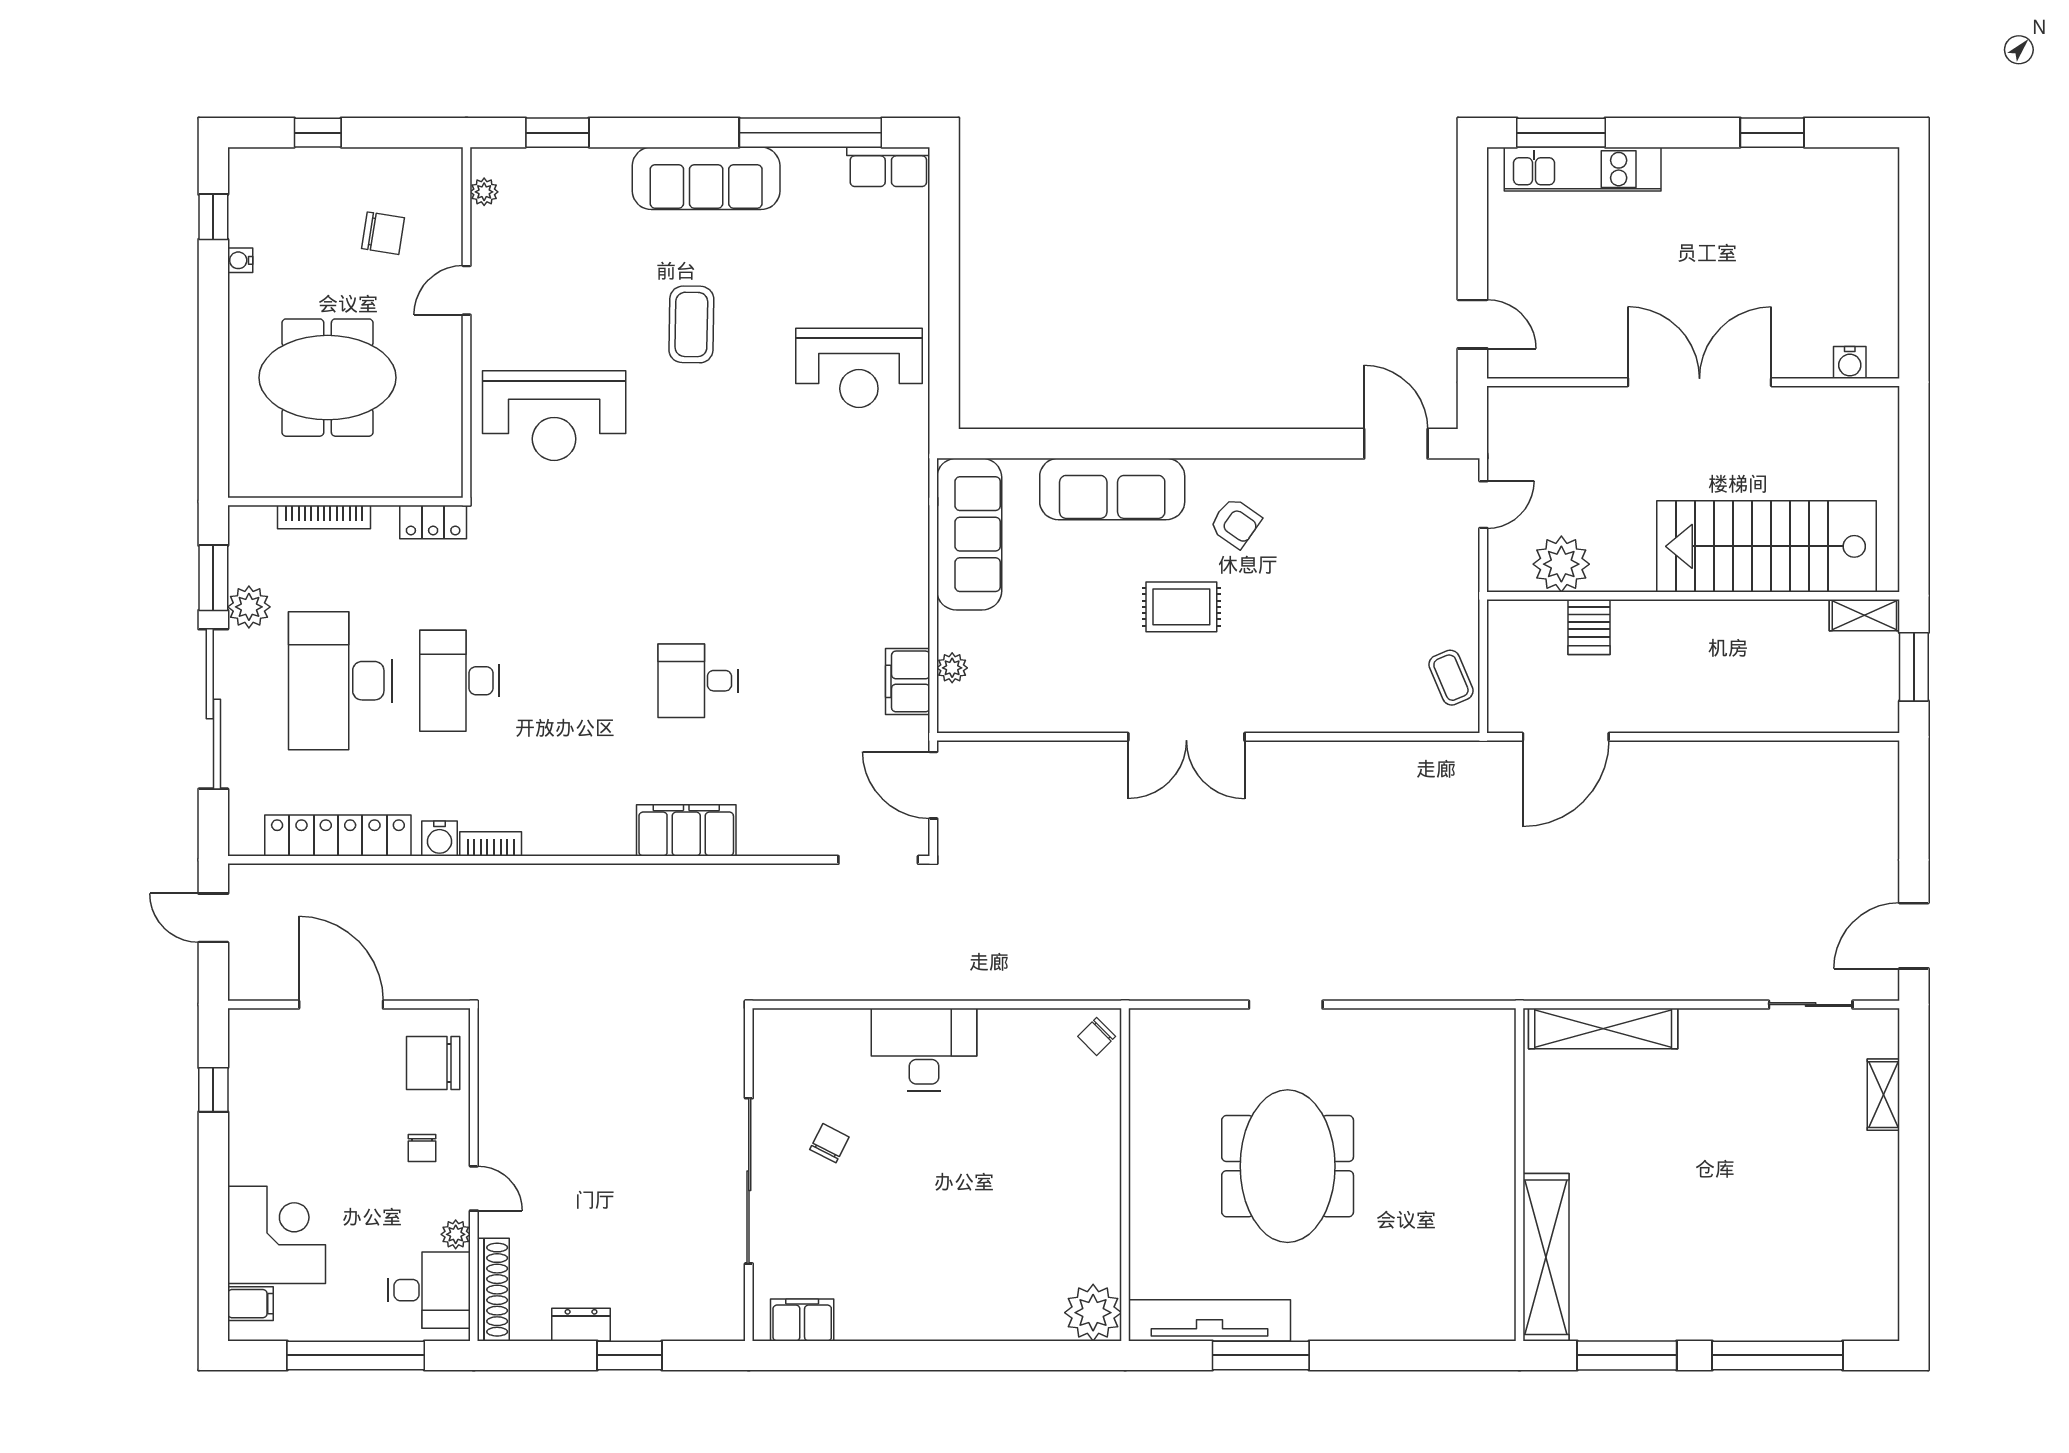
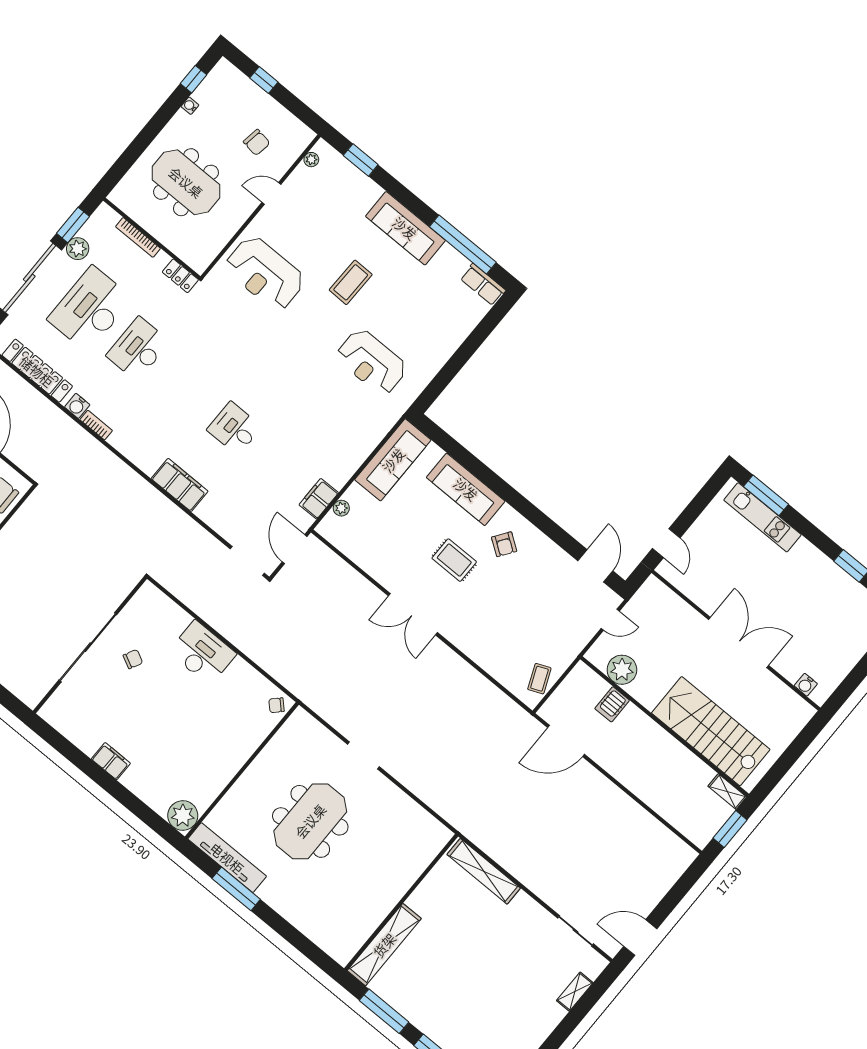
reception desk: (859, 368) -> (371, 362), moved
filing cabinet: (802, 1320) -> (111, 761), moved

